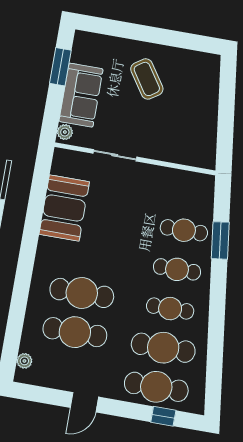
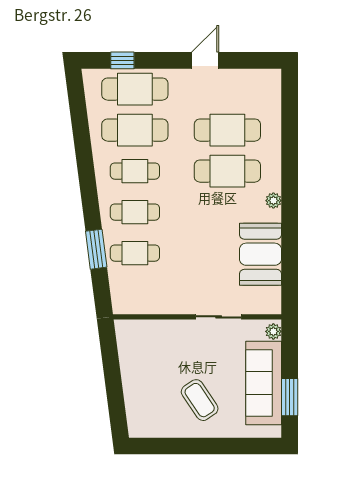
sofa: (81, 95) -> (264, 383), width x1.36
plant: (24, 361) -> (273, 201), moved

